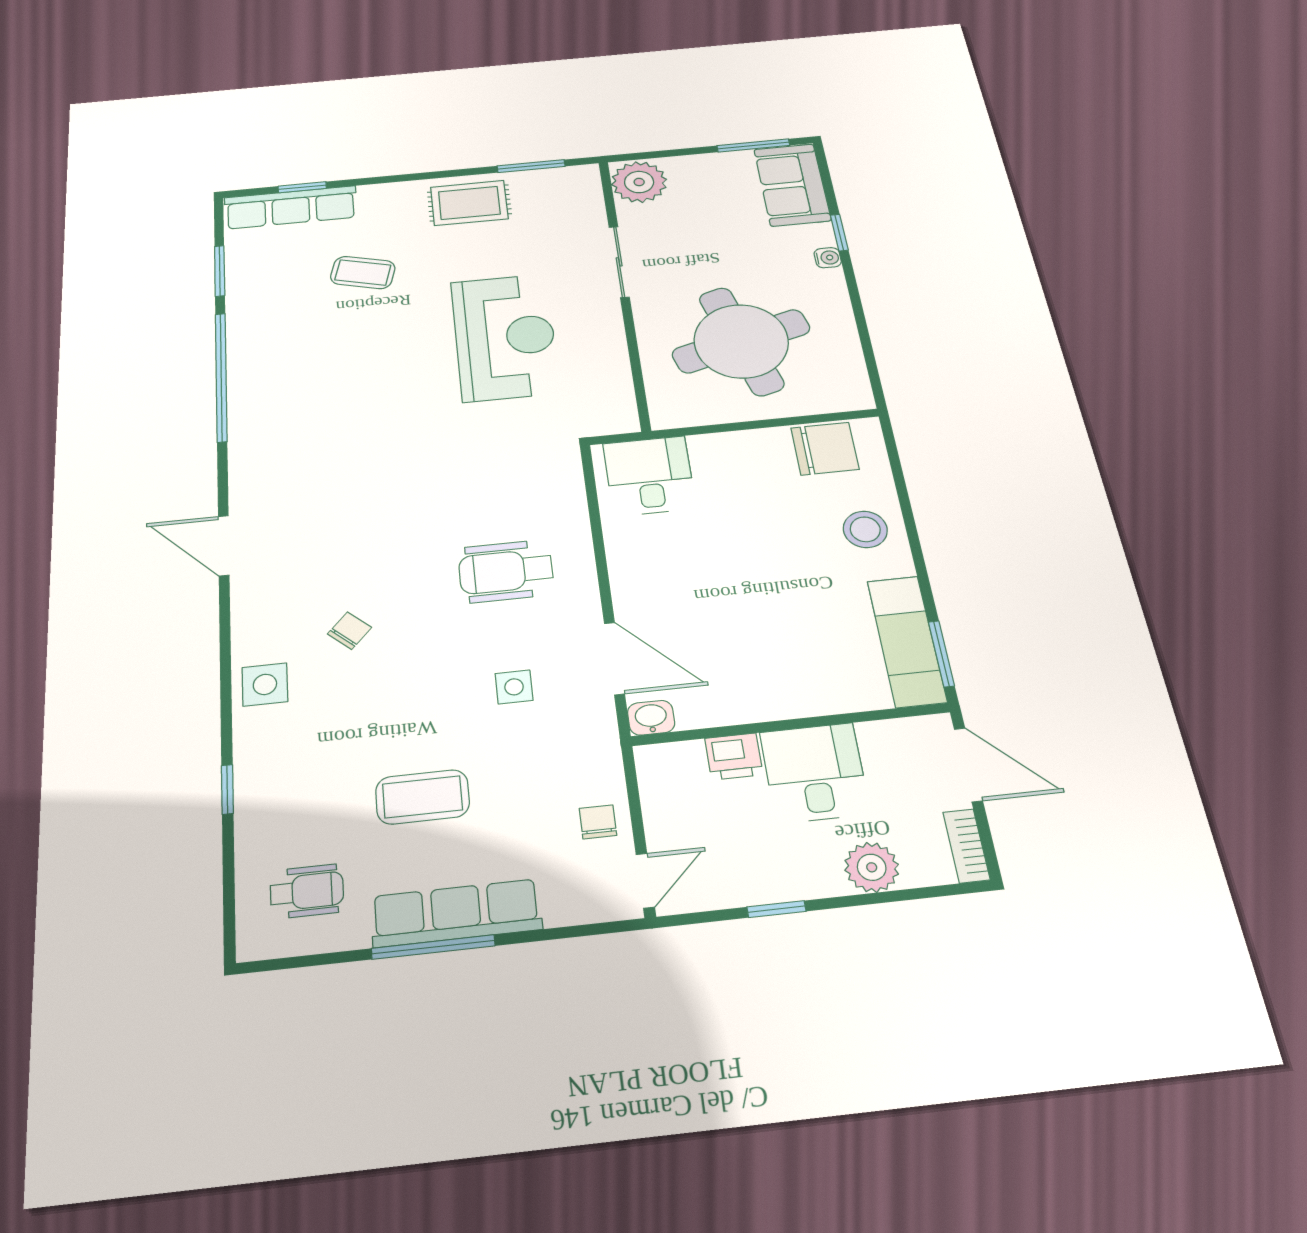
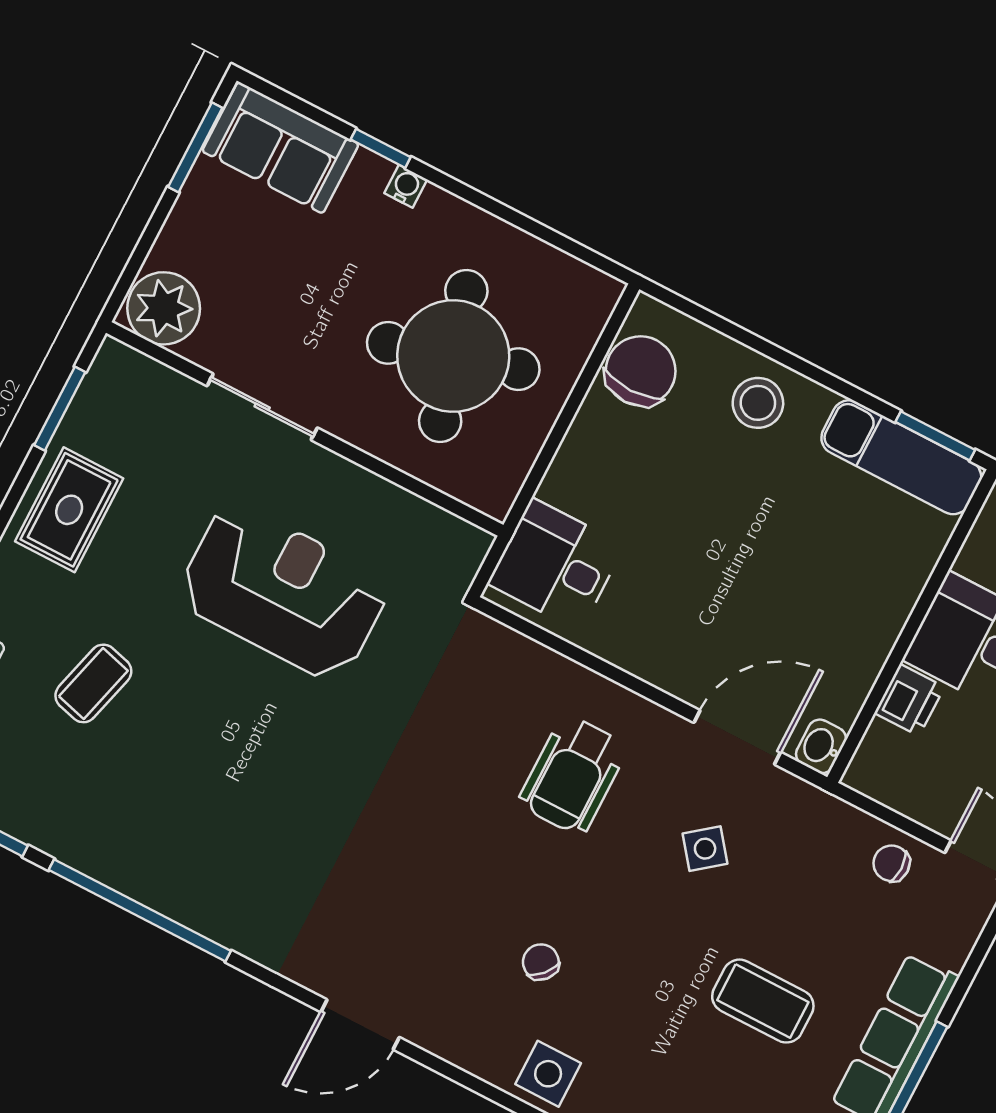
side table: (514, 687) -> (705, 849), turned -38
coffee table: (423, 797) -> (763, 1001), turned 90

